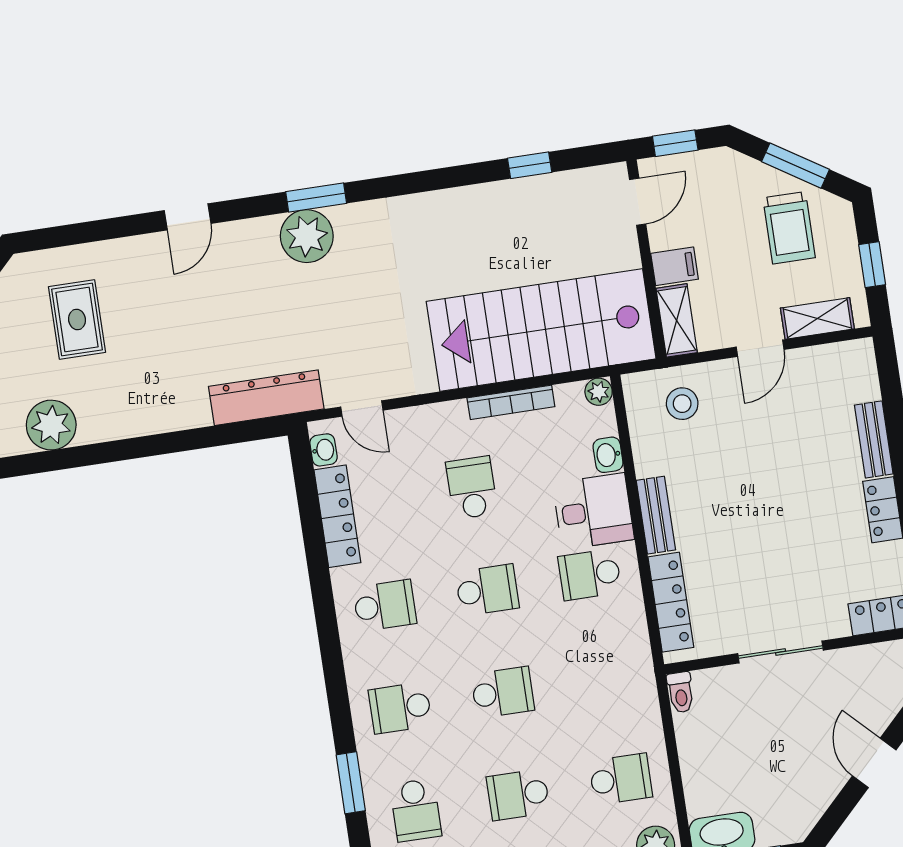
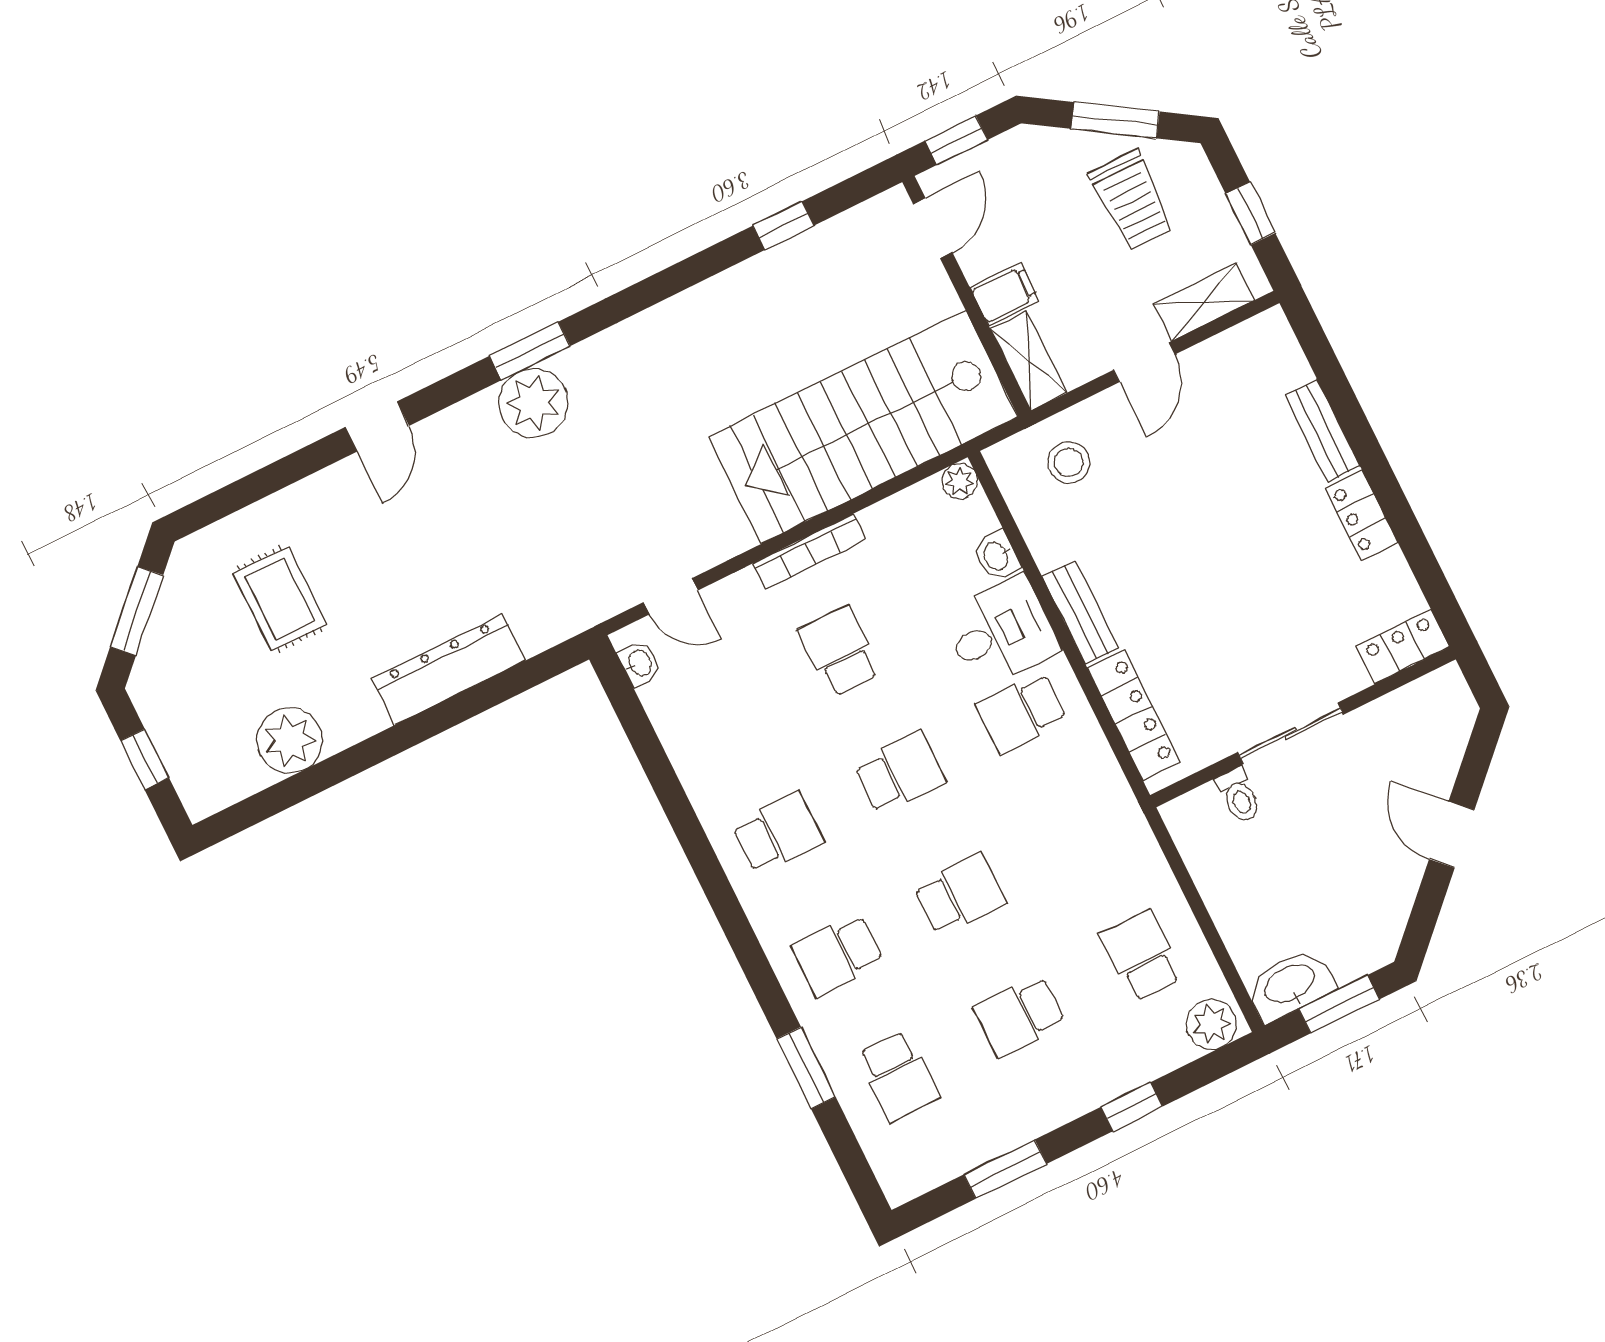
dresser: (266, 398) -> (449, 670), moved
bookcase: (511, 402) -> (809, 551), moved
locker: (337, 516) -> (683, 740), removed
toilet: (681, 692) -> (1239, 796), moved
school desk: (621, 779) -> (1142, 956), turned -90

